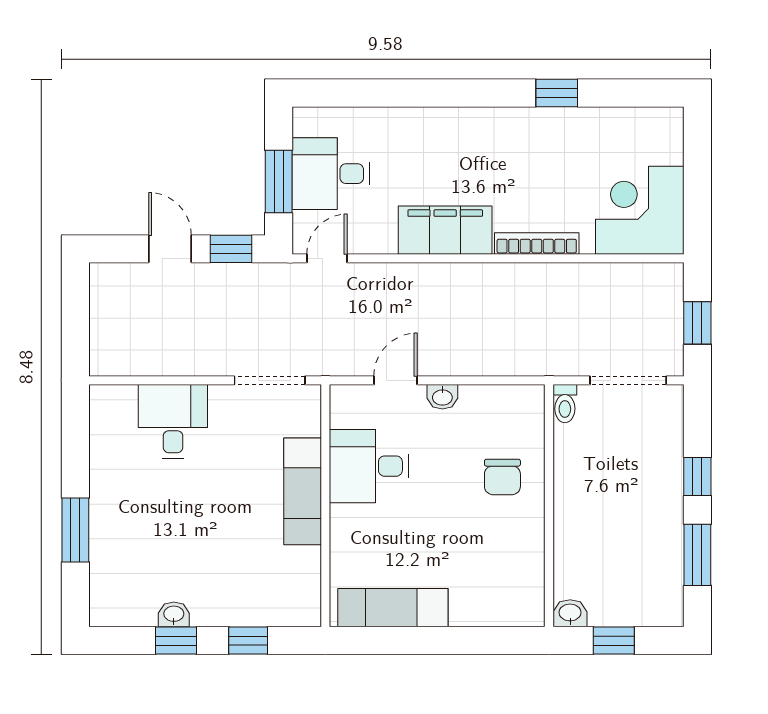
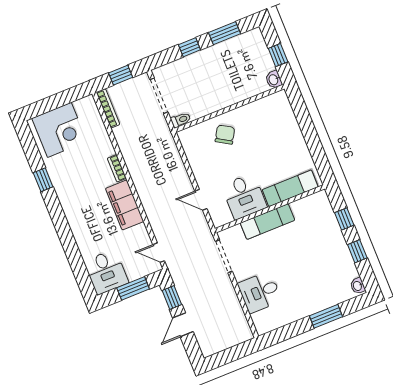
desk: (331, 174) -> (106, 272), moved
corner desk: (640, 210) -> (59, 130), moved, turned -90
bookcase: (537, 244) -> (117, 168), width x0.64
bookcase: (643, 273) -> (108, 108), added
washbasin: (442, 397) -> (200, 176), removed
chair: (502, 477) -> (225, 135), turned -59
exam couch: (393, 608) -> (290, 188), moved, turned 90
washbasin: (174, 614) -> (358, 286), moved

